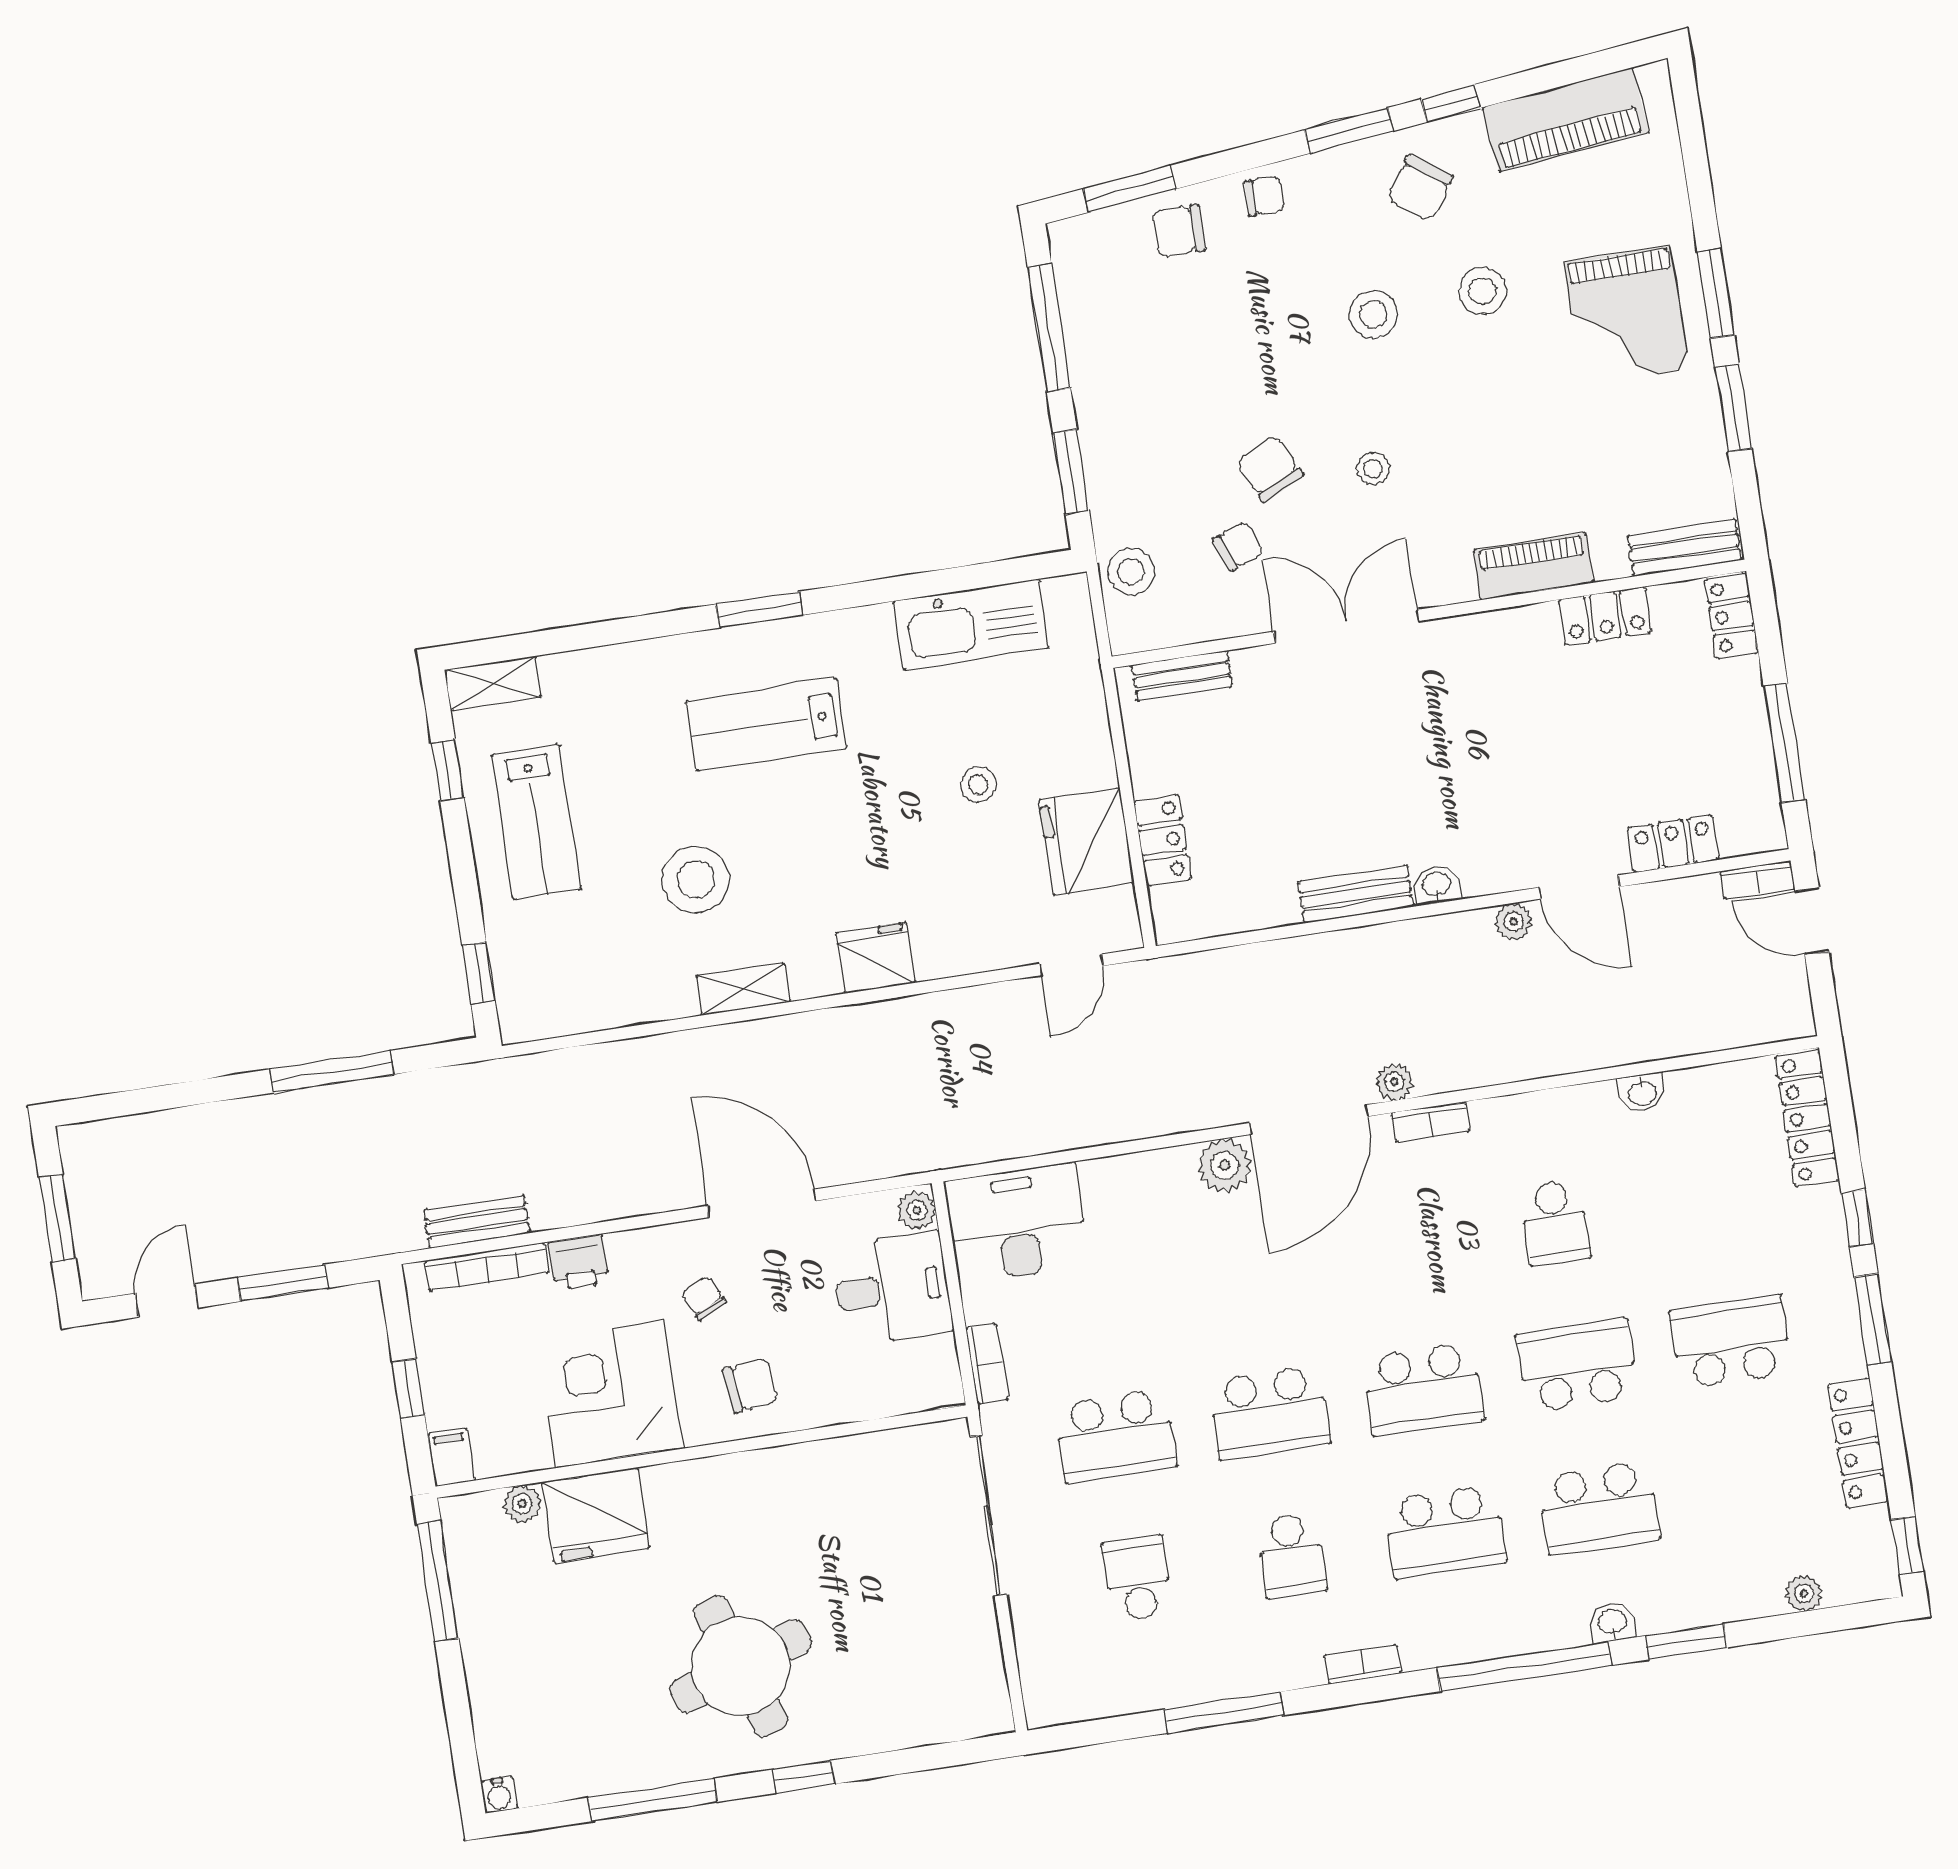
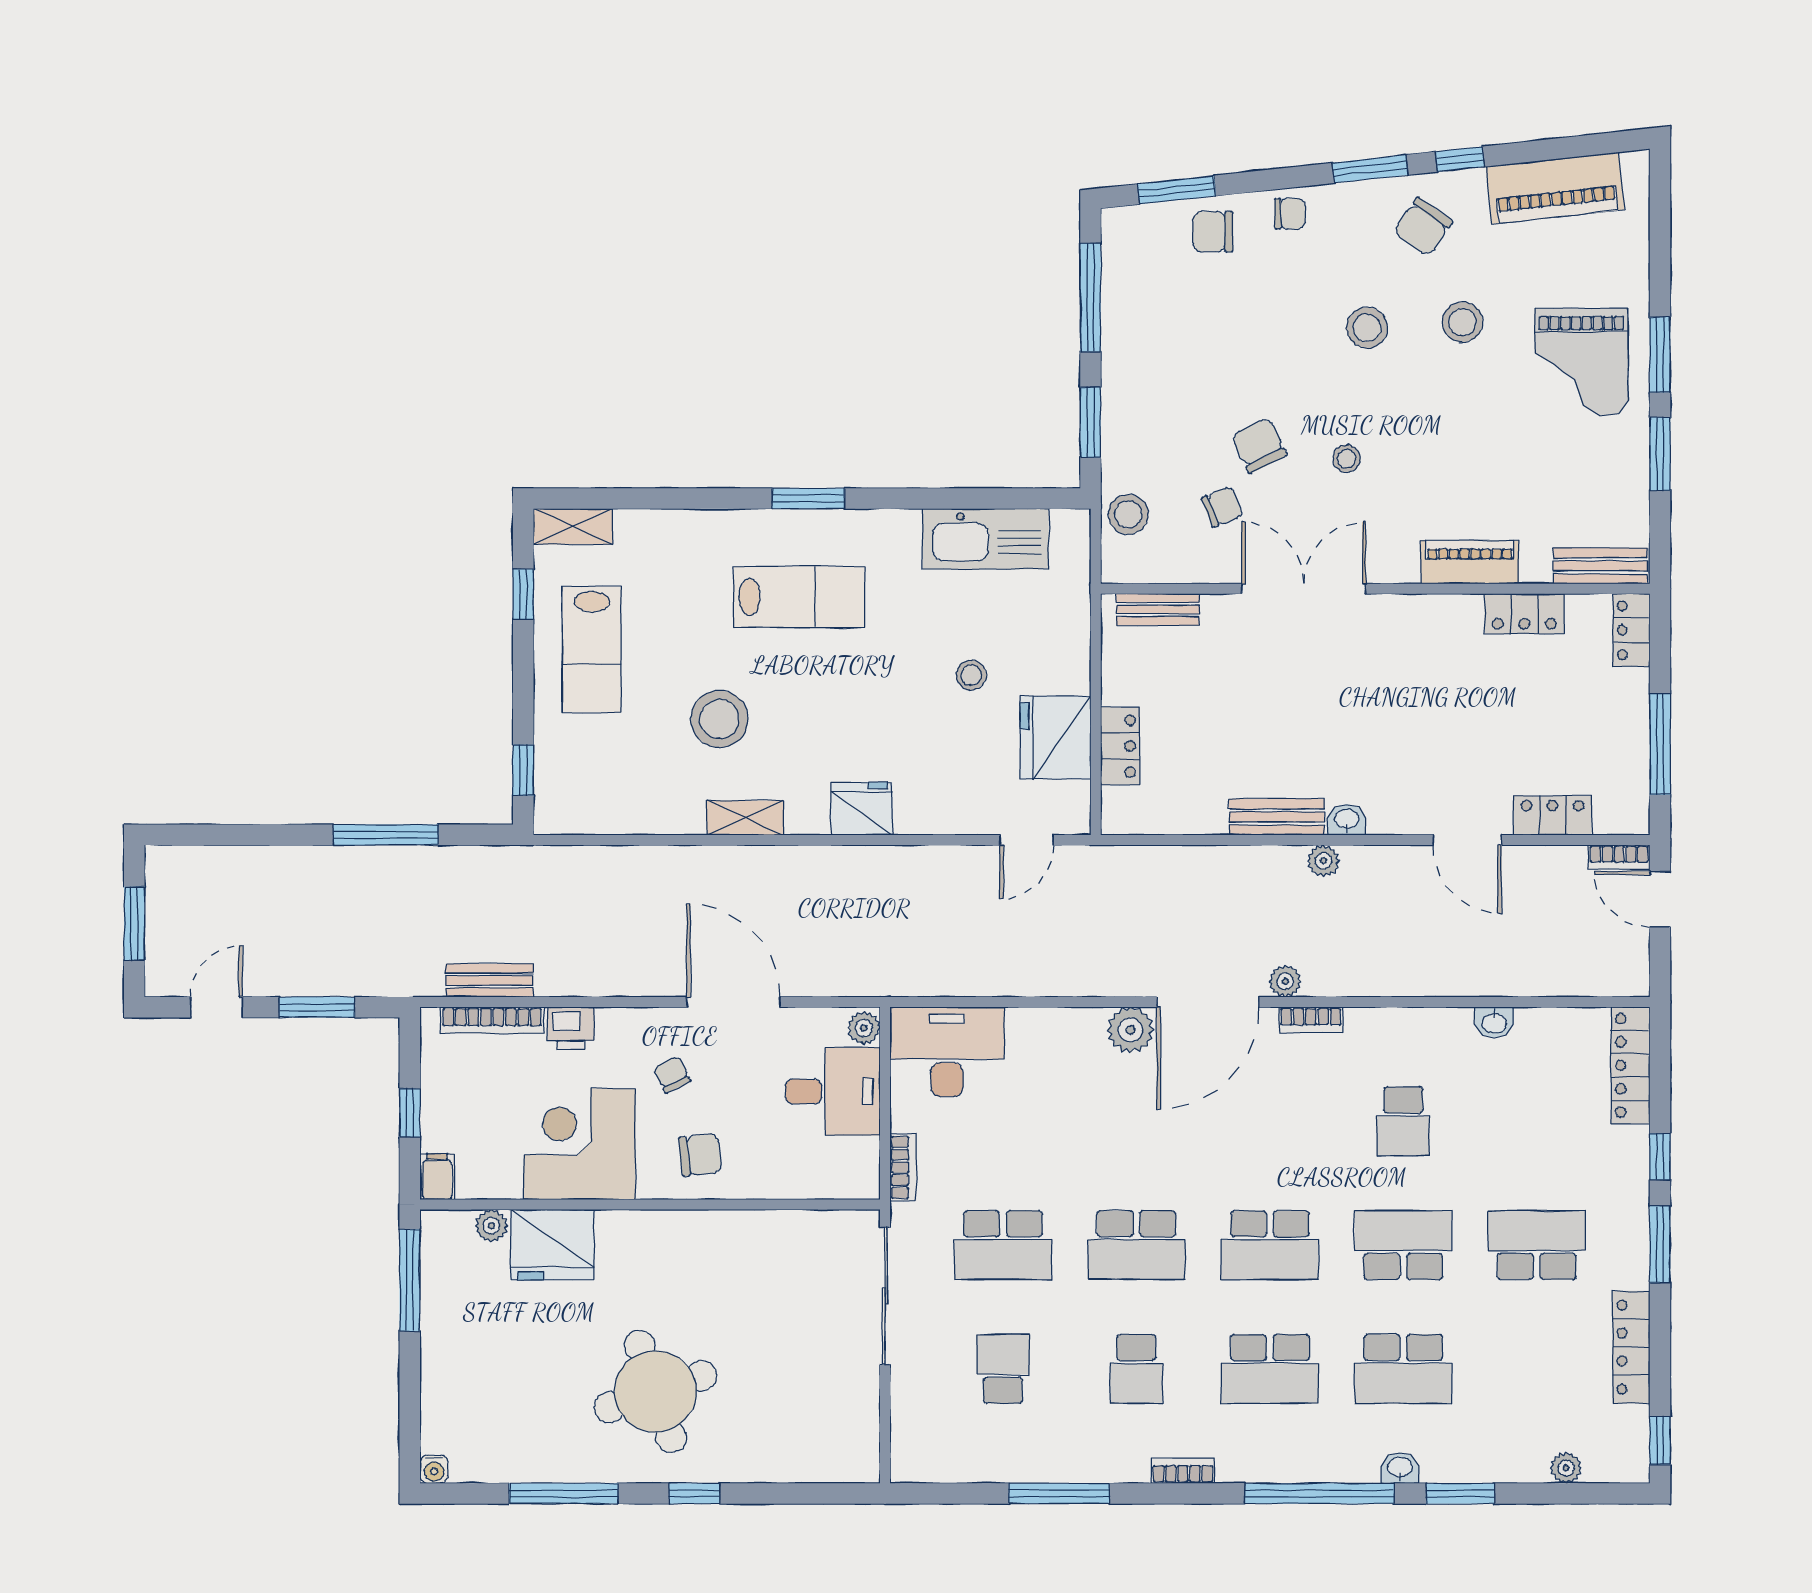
lab bench: (766, 725) -> (799, 597), turned 180
plant: (1513, 922) -> (1323, 861), moved

